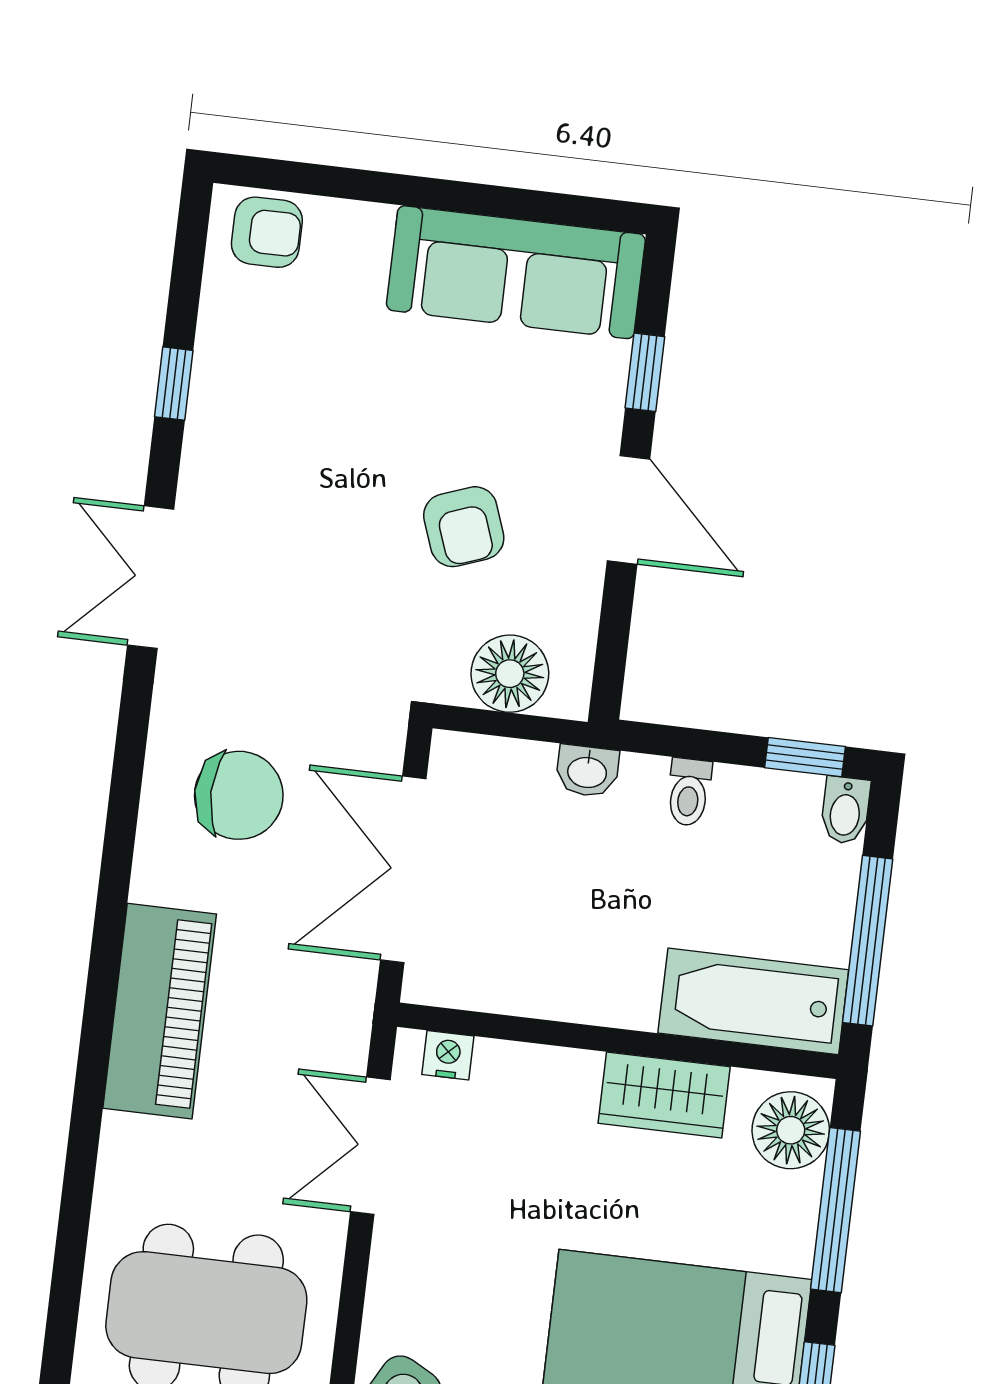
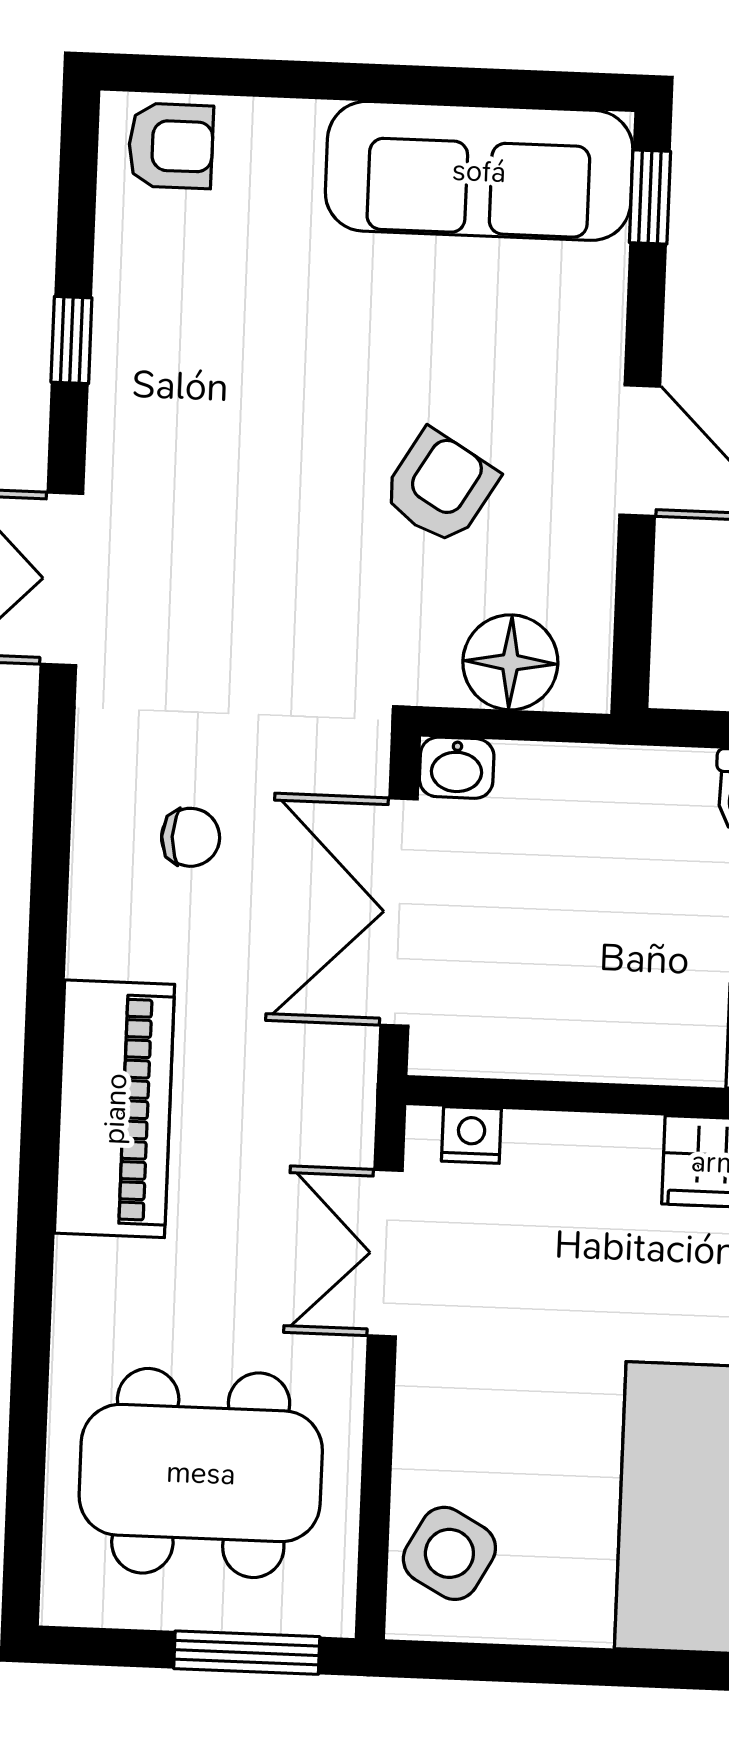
window: (645, 372) -> (650, 197), moved
armchair: (464, 527) -> (440, 487), turned -129
washbasin: (587, 771) -> (457, 768), moved
chair: (239, 795) -> (191, 837), width x0.54, depth x0.54

